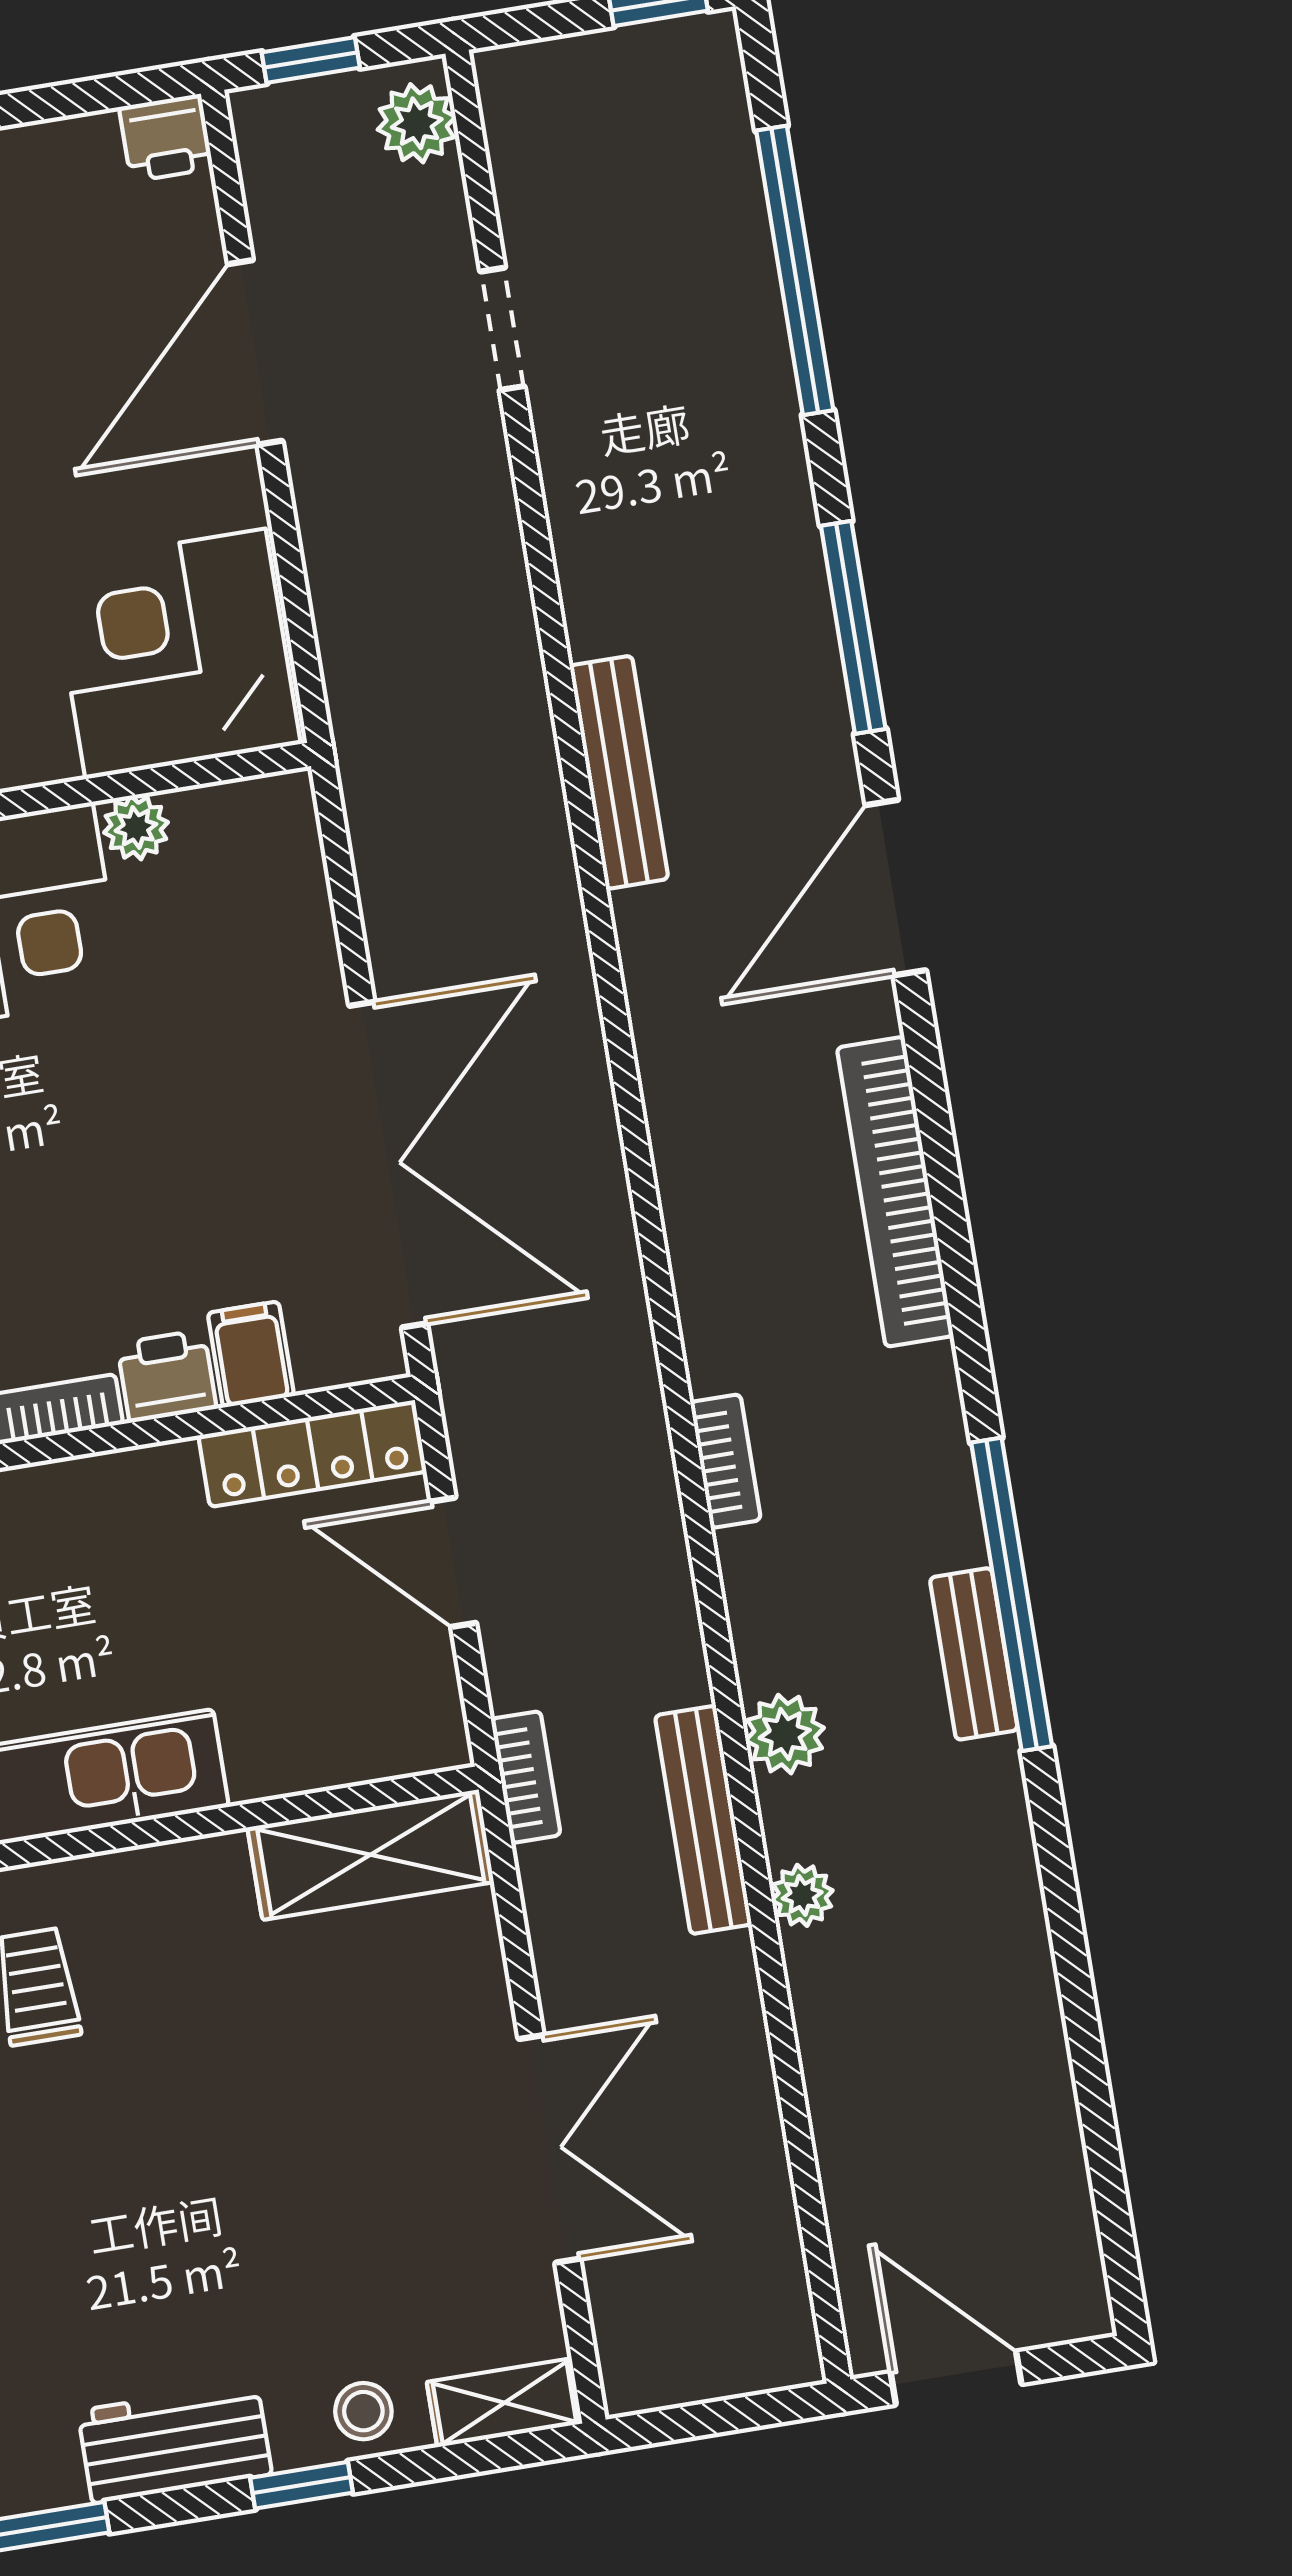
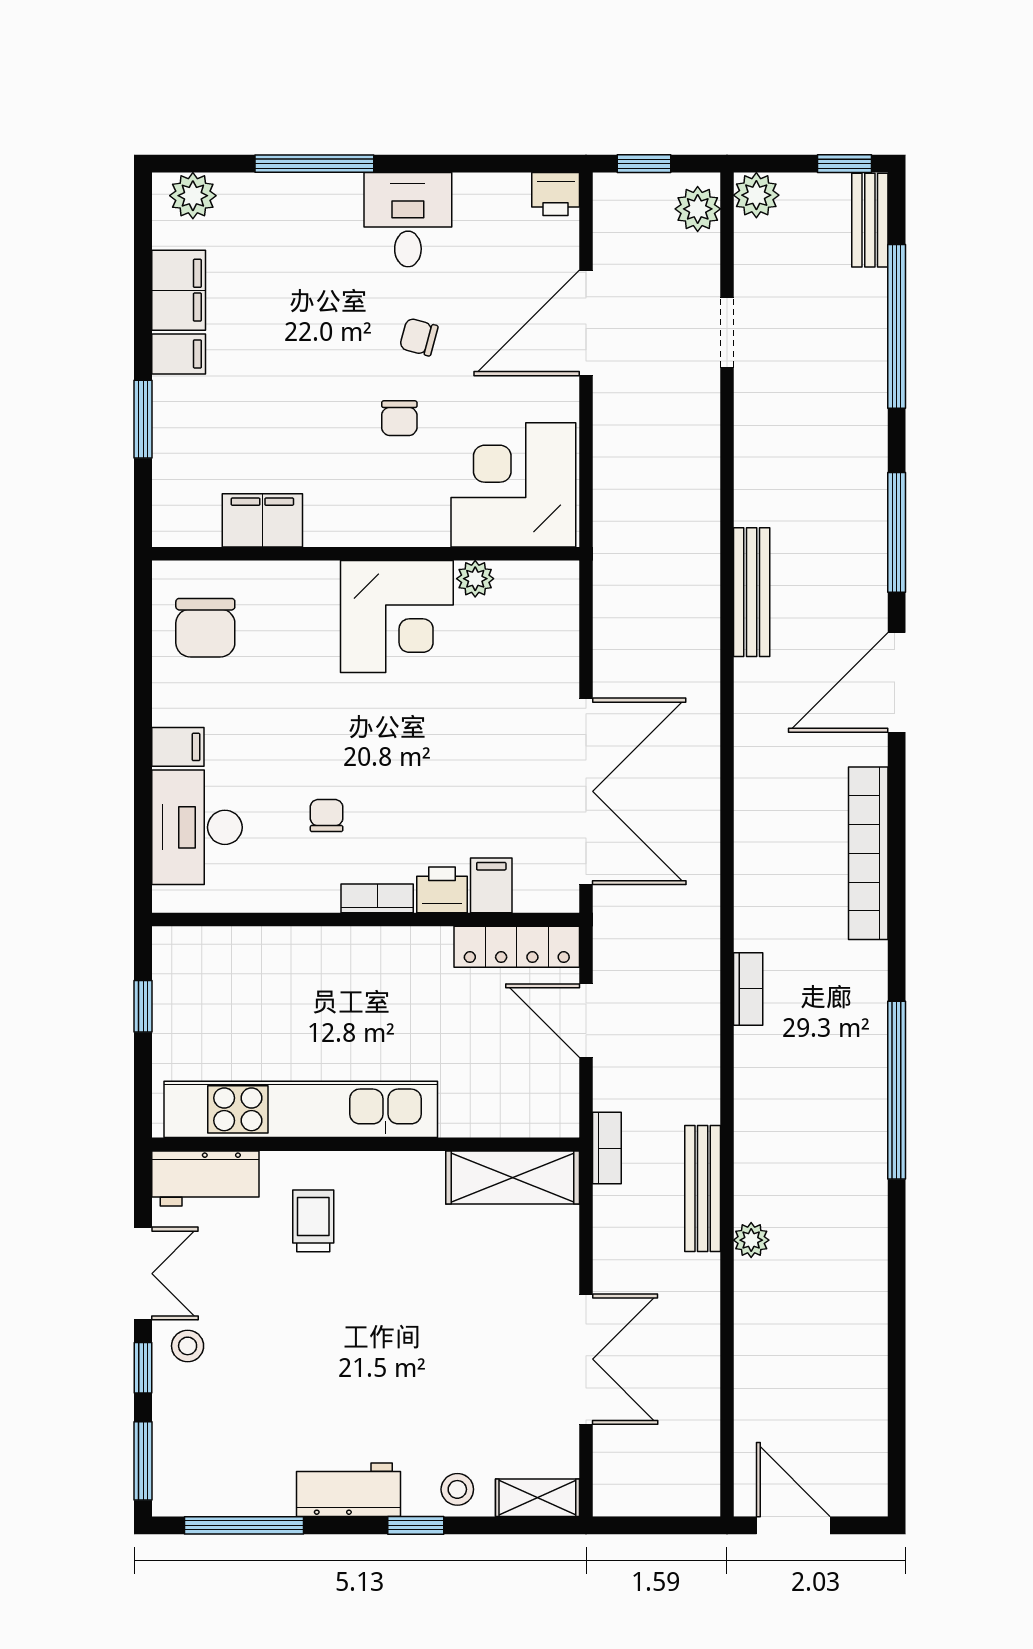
bench: (974, 1654) -> (870, 220), moved
plant: (785, 1734) -> (756, 195), moved

